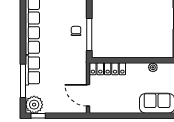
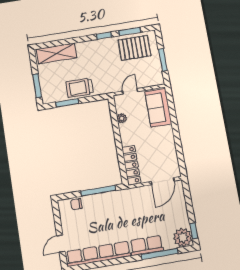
chair: (76, 31) -> (76, 204), moved

